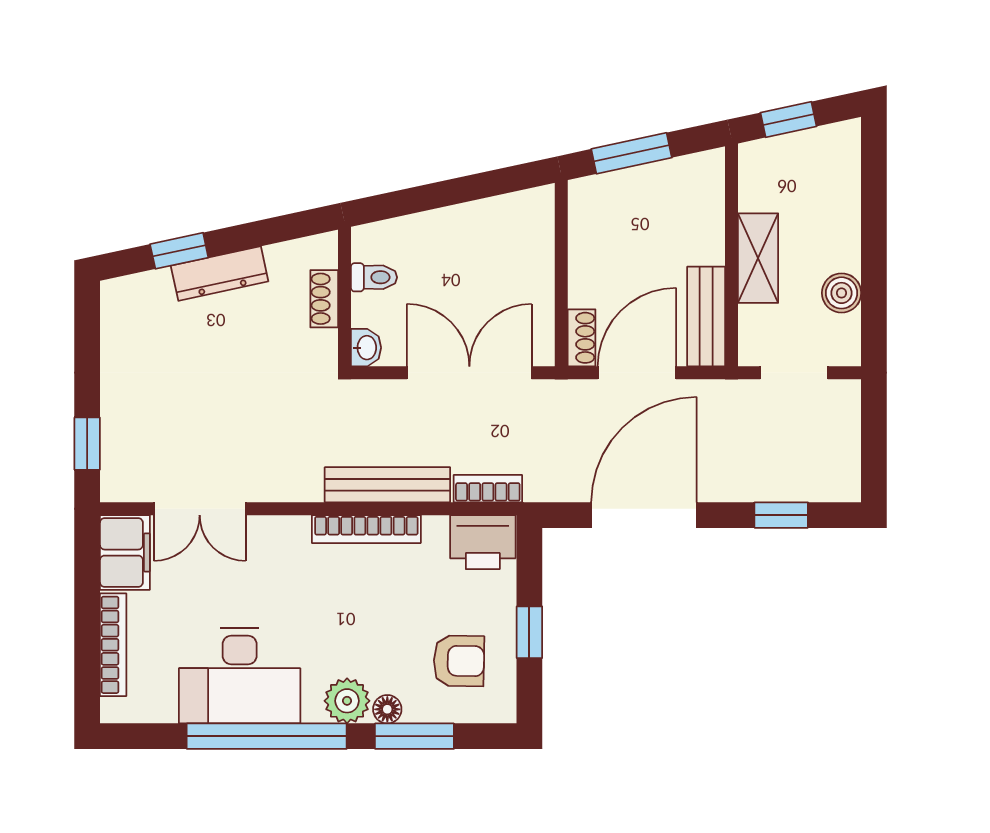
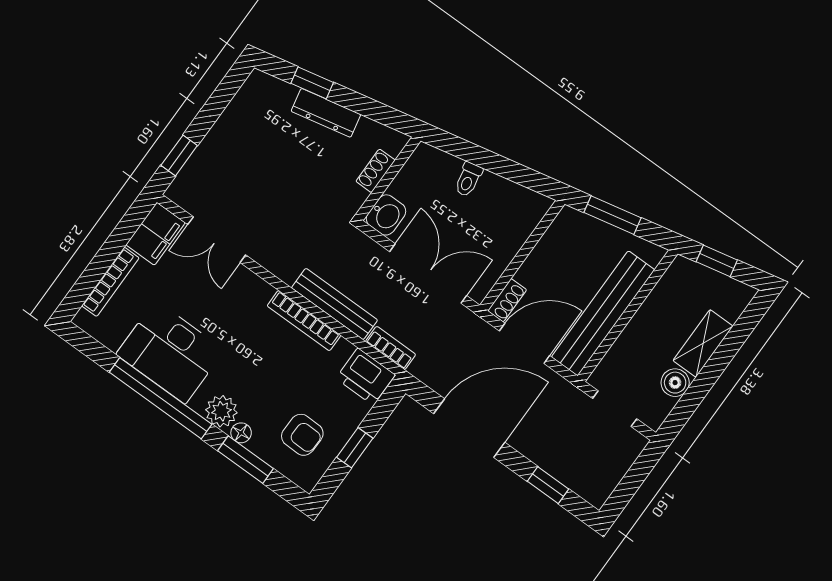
shelving: (758, 258) -> (703, 343), moved
toilet: (374, 277) -> (468, 179), moved, turned 78
bench: (706, 316) -> (603, 313), width x1.86, depth x1.21
washbasin: (366, 348) -> (386, 215), width x1.38, depth x1.45

